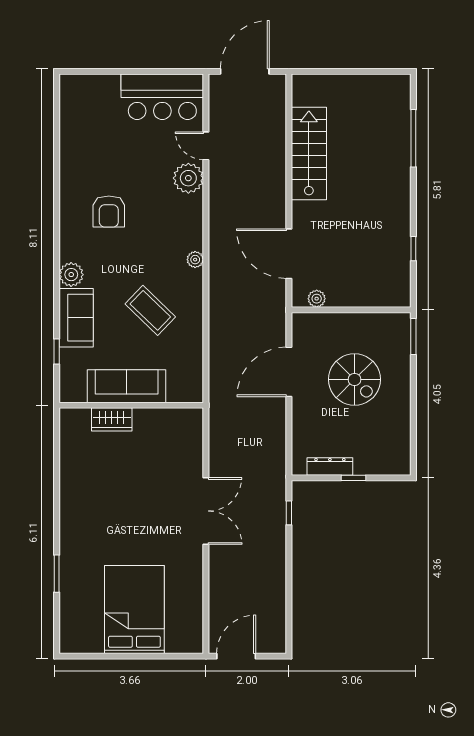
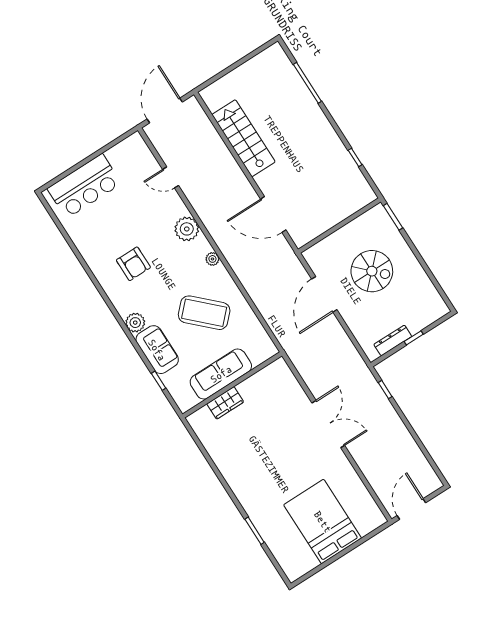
bar counter: (162, 97) -> (84, 186), moved
plant: (188, 178) -> (187, 229), moved
plant: (317, 299) -> (311, 233), removed
coffee table: (150, 310) -> (204, 313), width x1.36, depth x1.32

